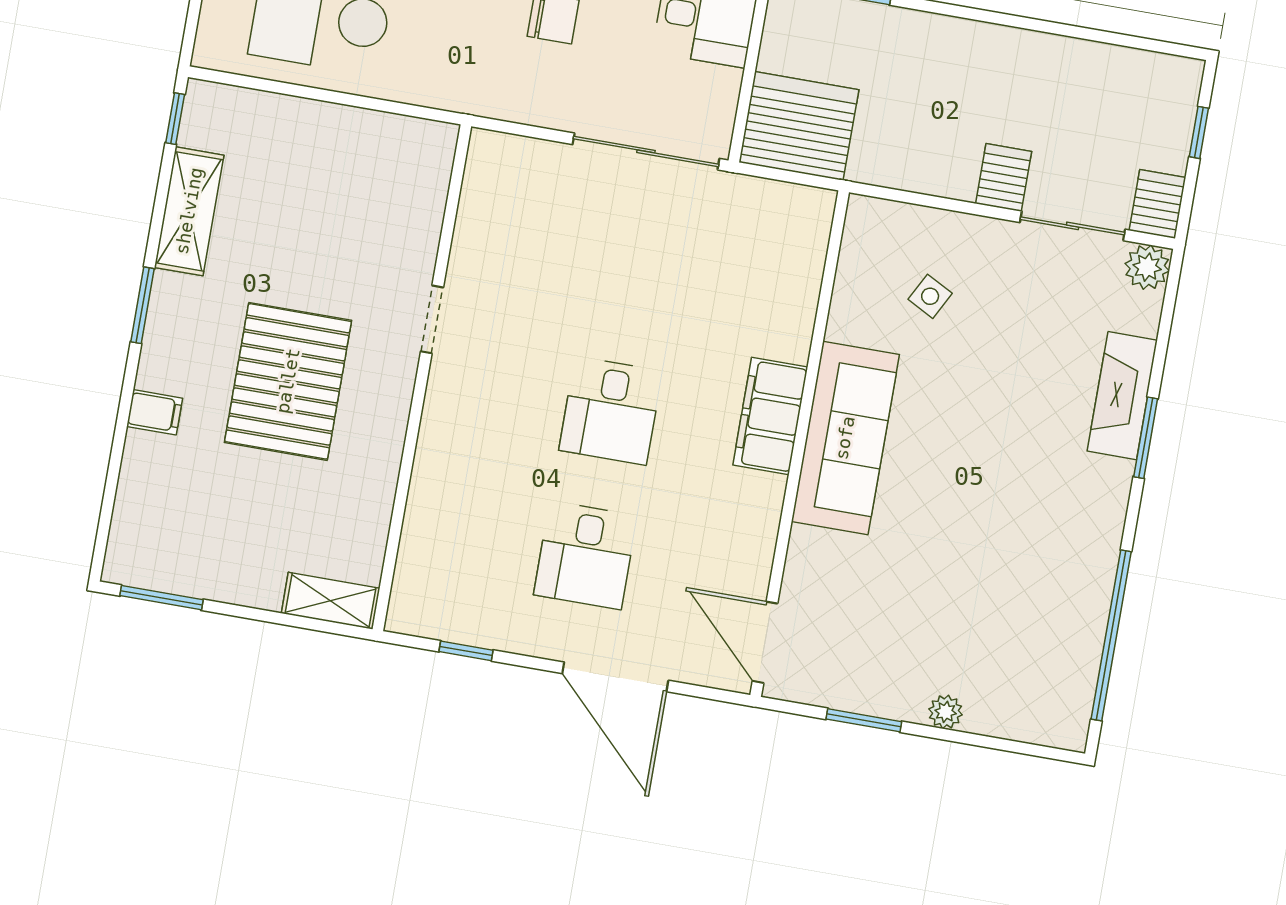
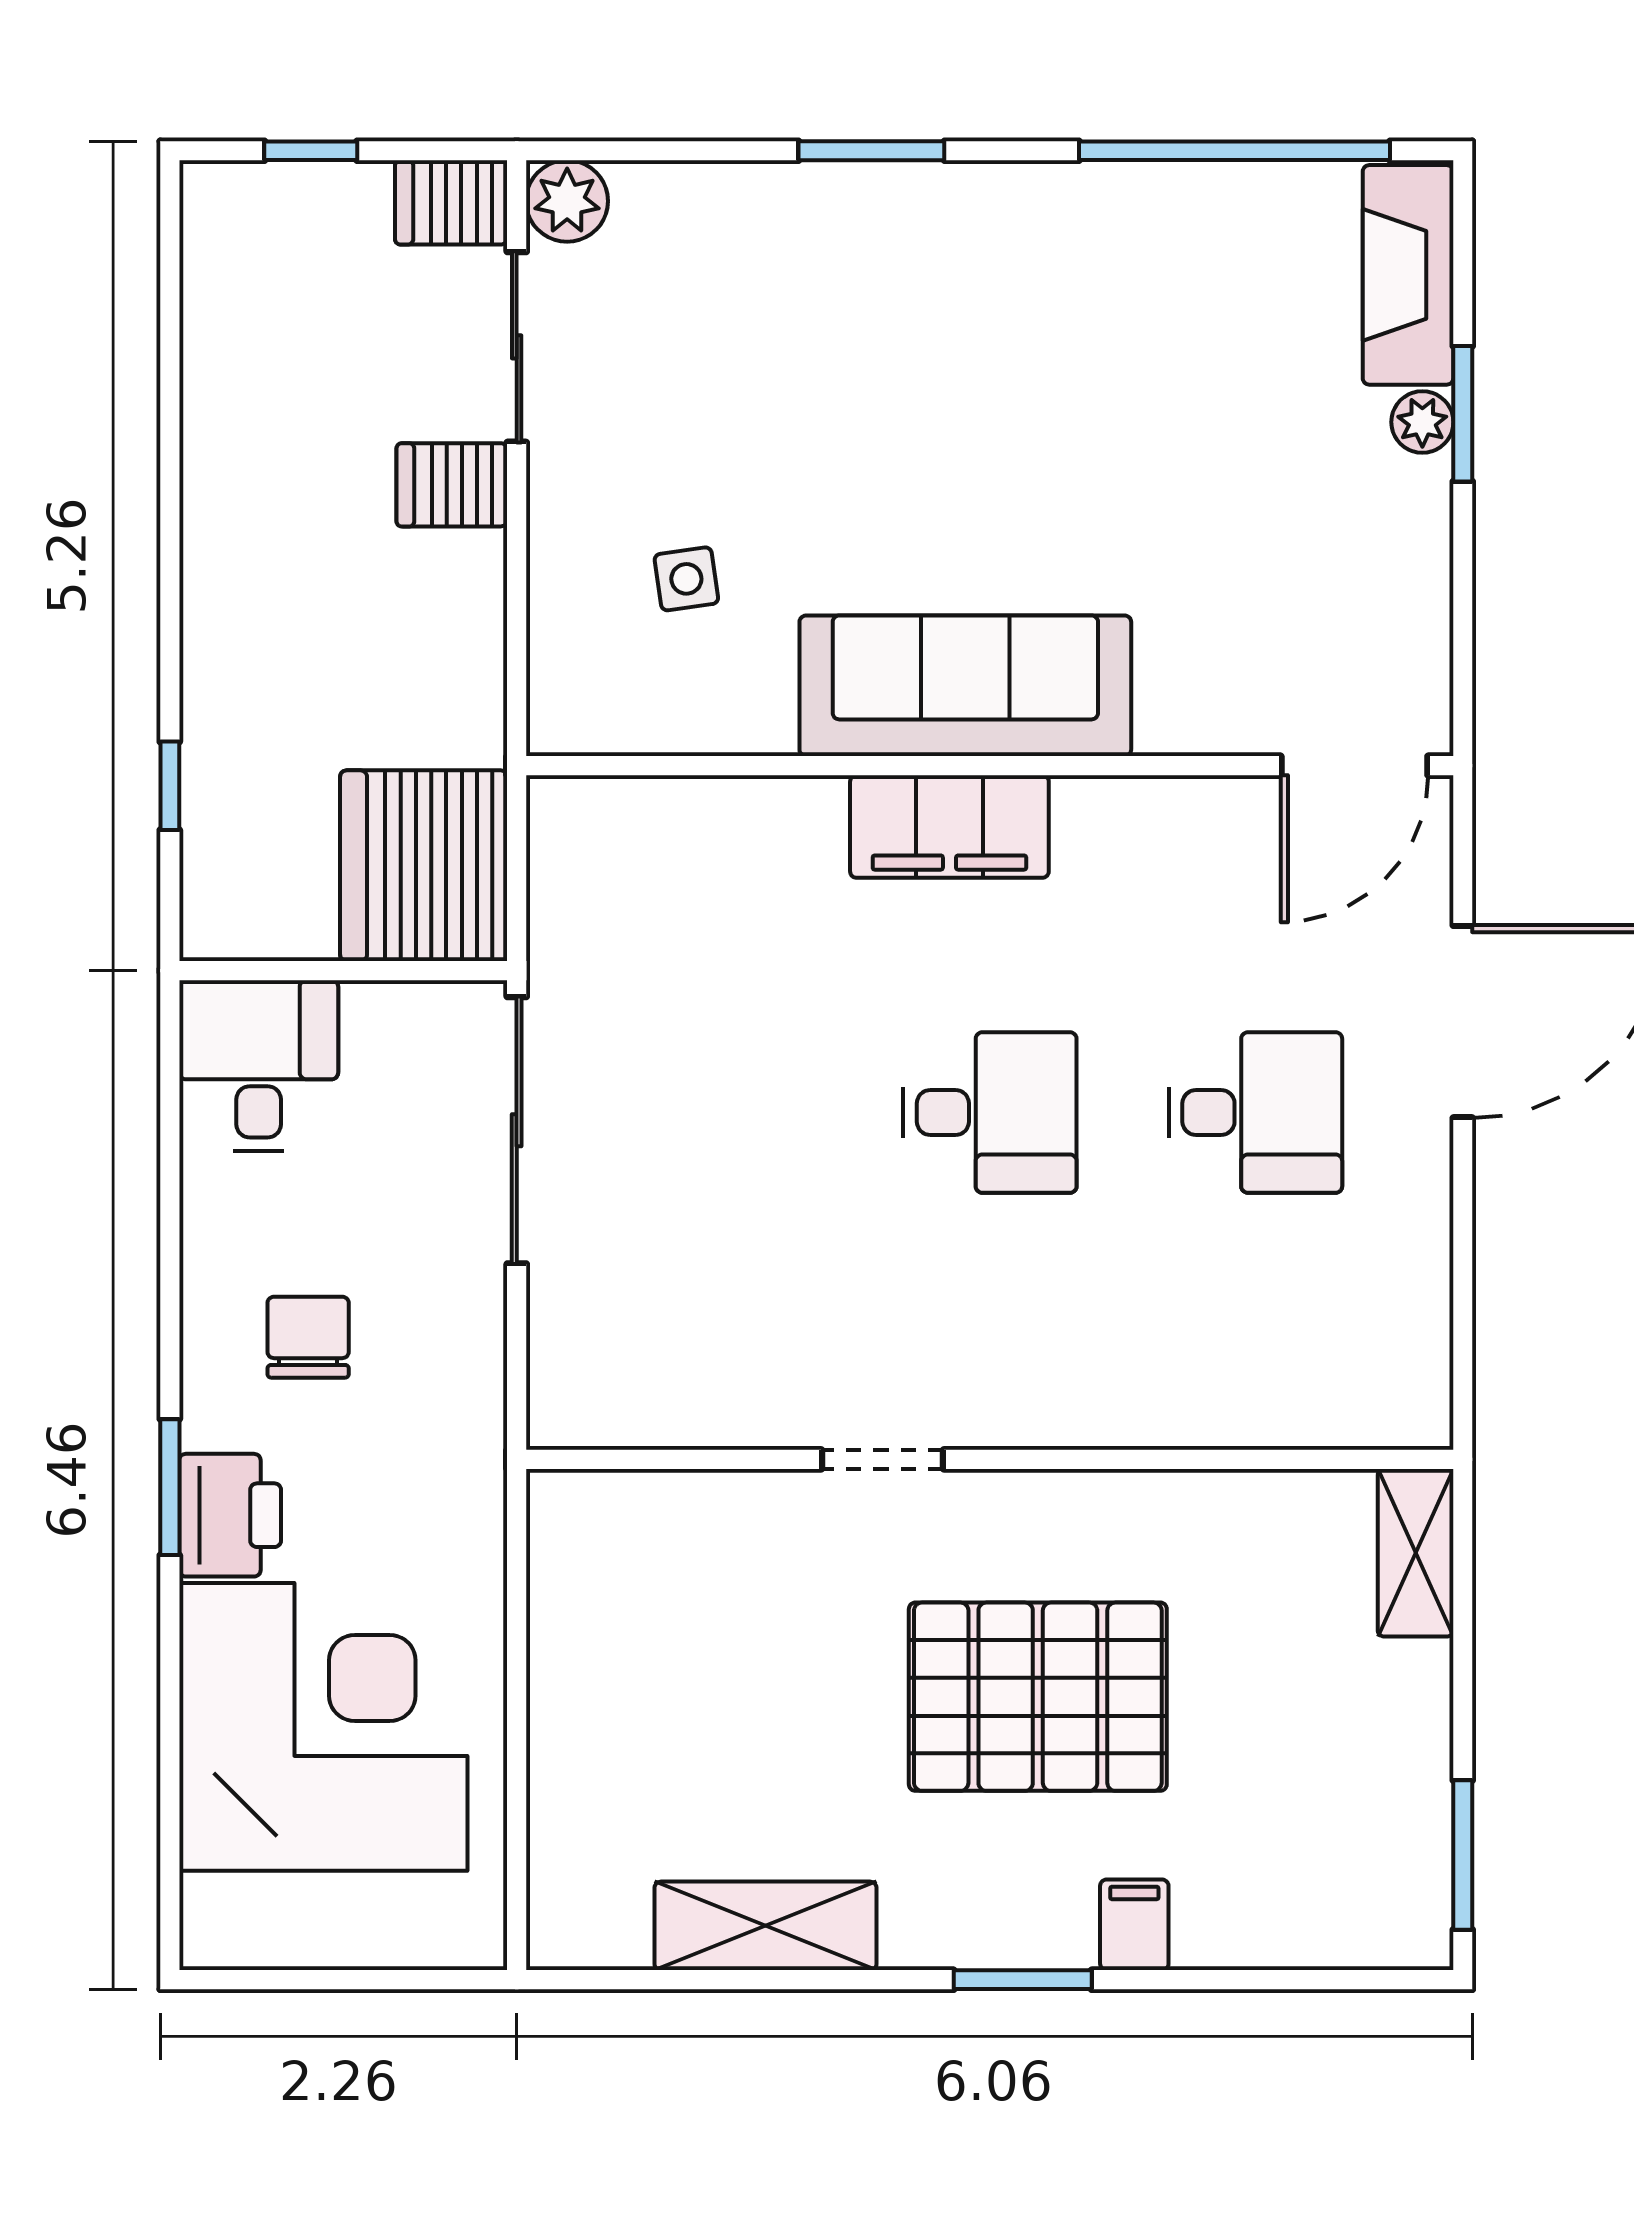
window: (175, 119) -> (604, 1980), removed
side table: (930, 296) -> (686, 579), turned -36
window: (143, 305) -> (1023, 1980), moved
fireplace: (1122, 396) -> (1408, 275), moved, turned 90
window: (466, 651) -> (1463, 1296), removed
window: (864, 720) -> (1463, 414), moved

